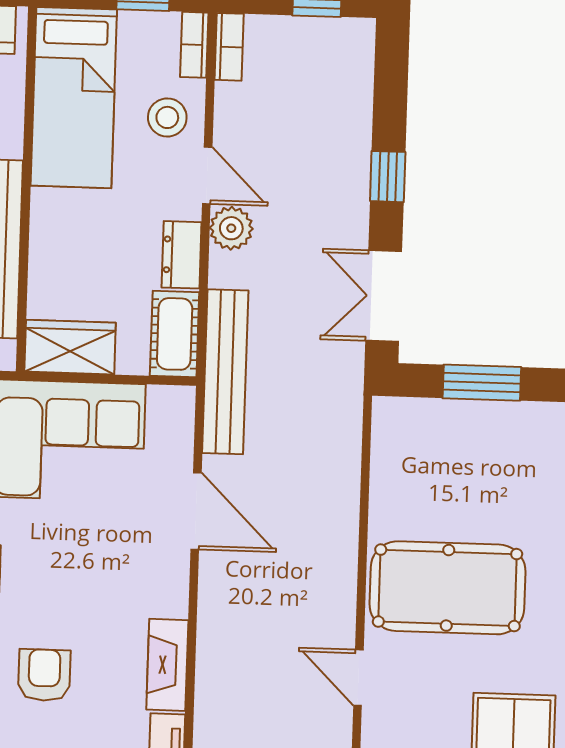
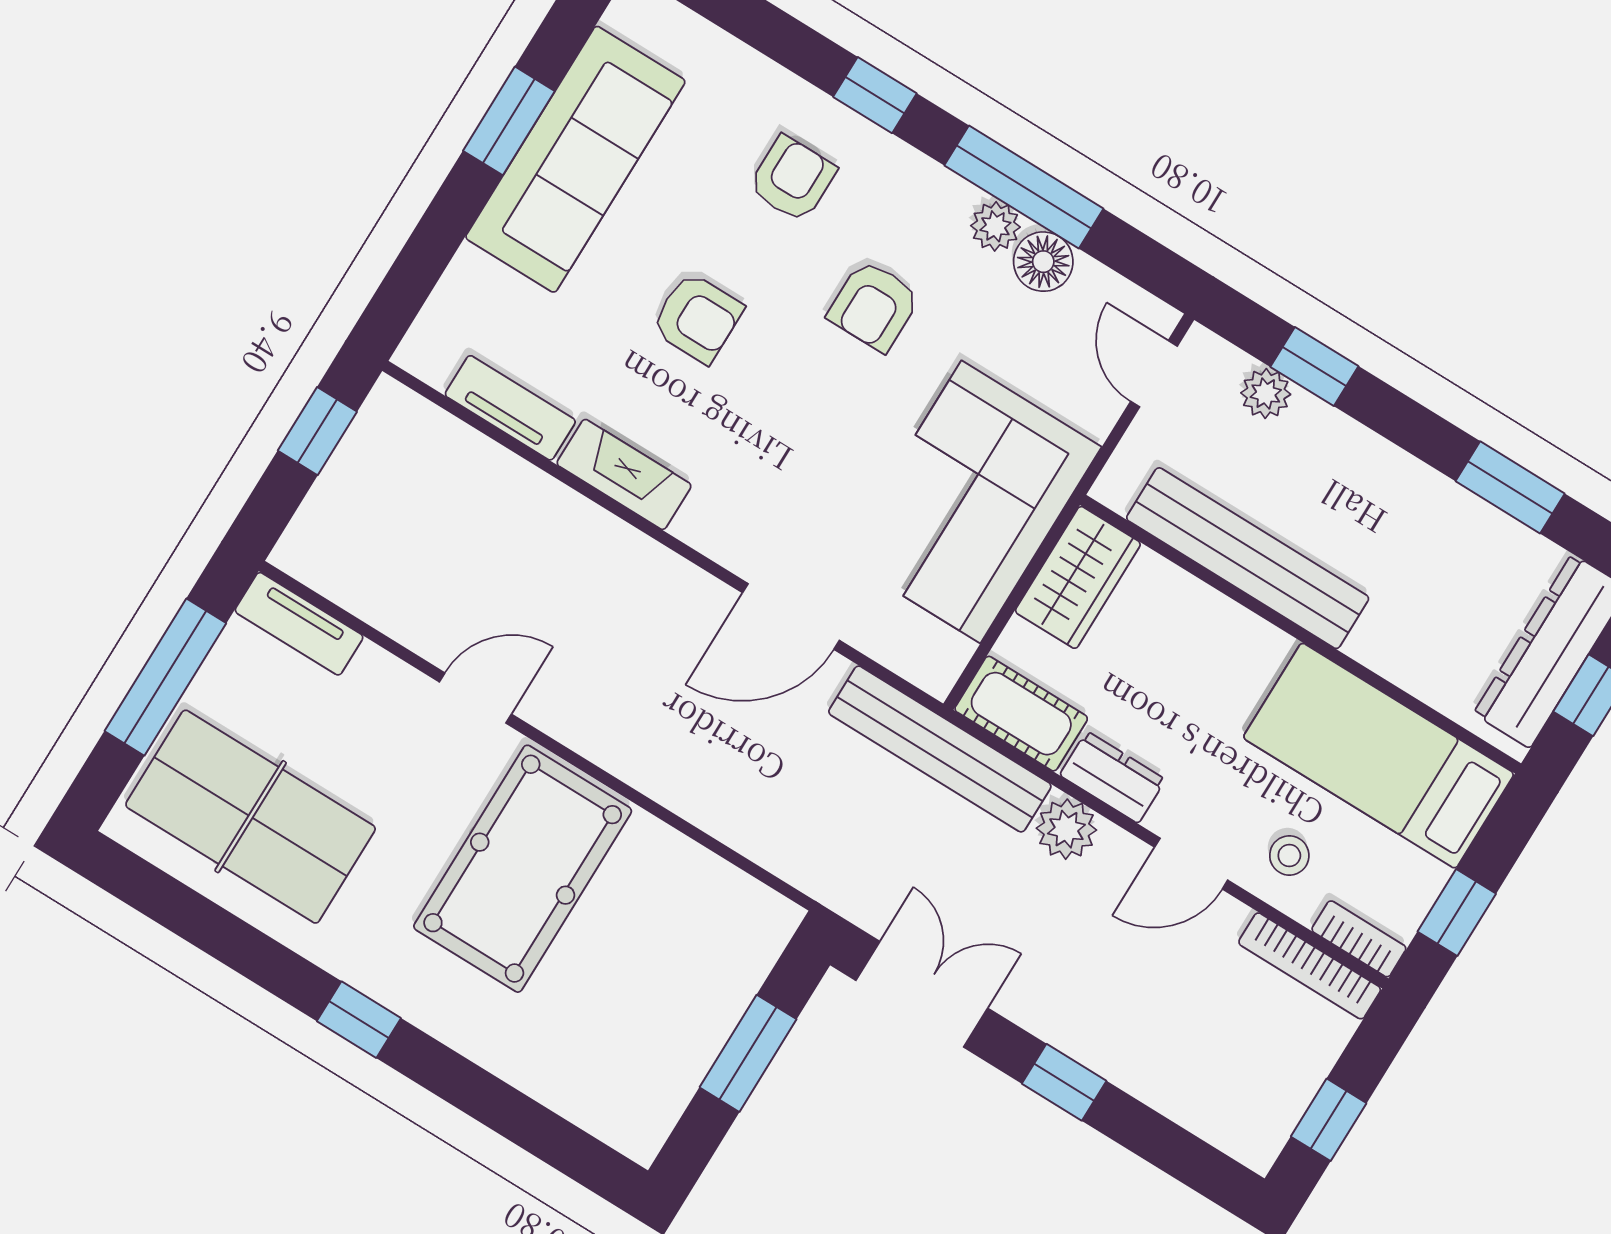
bookcase: (229, 47) -> (1310, 966), width x1.56
stool: (167, 117) -> (1289, 855), width x0.73, depth x0.73
plant: (231, 228) -> (1066, 829), moved

